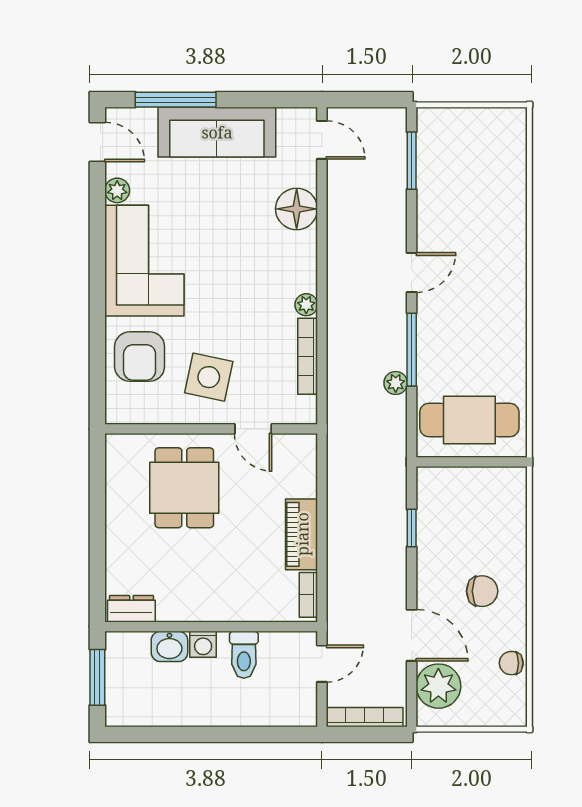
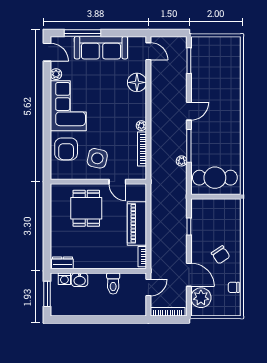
piano: (302, 534) -> (137, 223), width x1.37, depth x1.33
chair: (482, 591) -> (221, 255), turned 56
washing machine: (203, 644) -> (64, 279), moved

